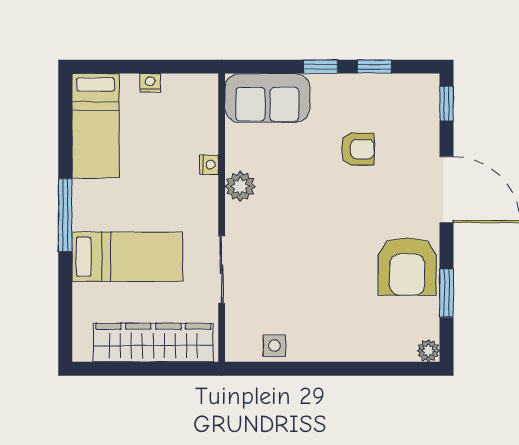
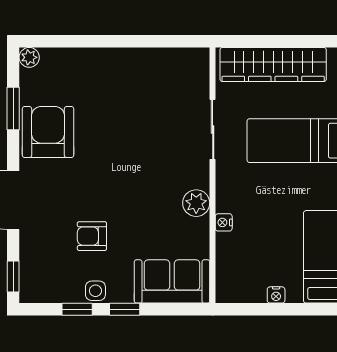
side table: (274, 346) -> (95, 291), moved

